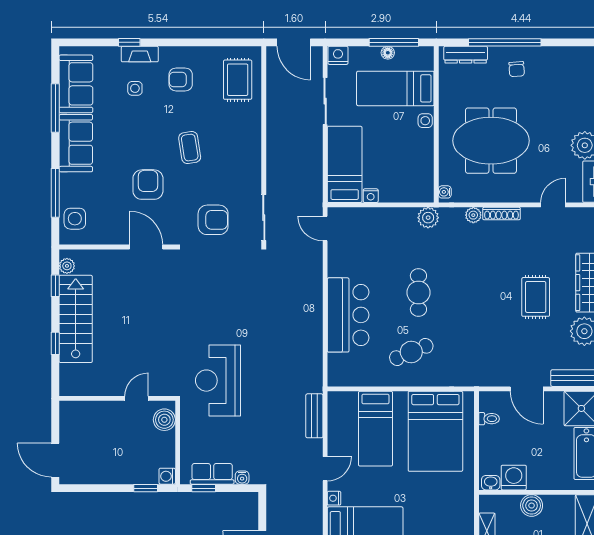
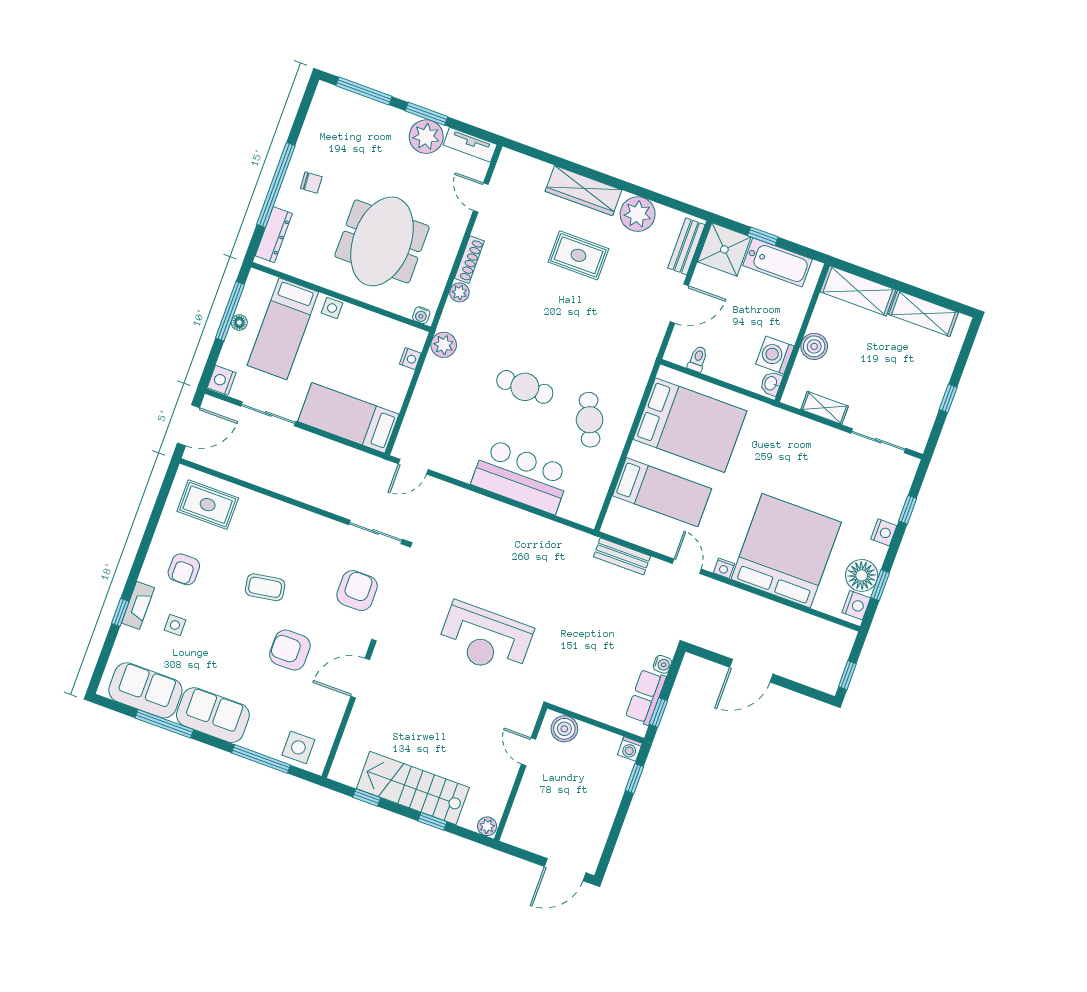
nightstand: (371, 196) -> (410, 359), moved
plant: (67, 266) -> (487, 826), moved
reception desk: (218, 381) -> (485, 639), moved

